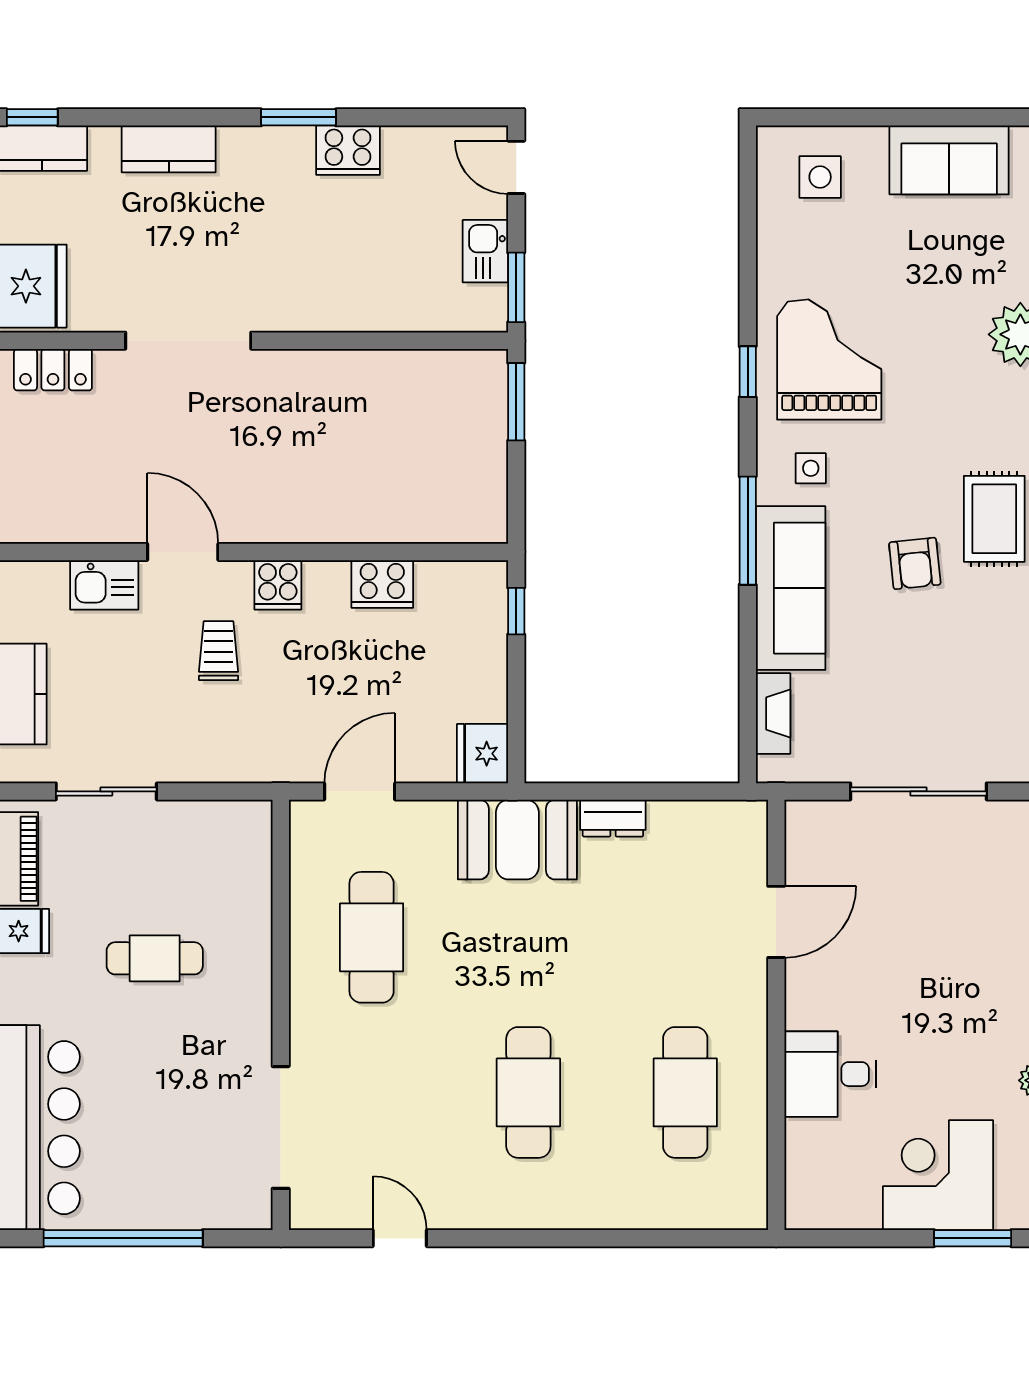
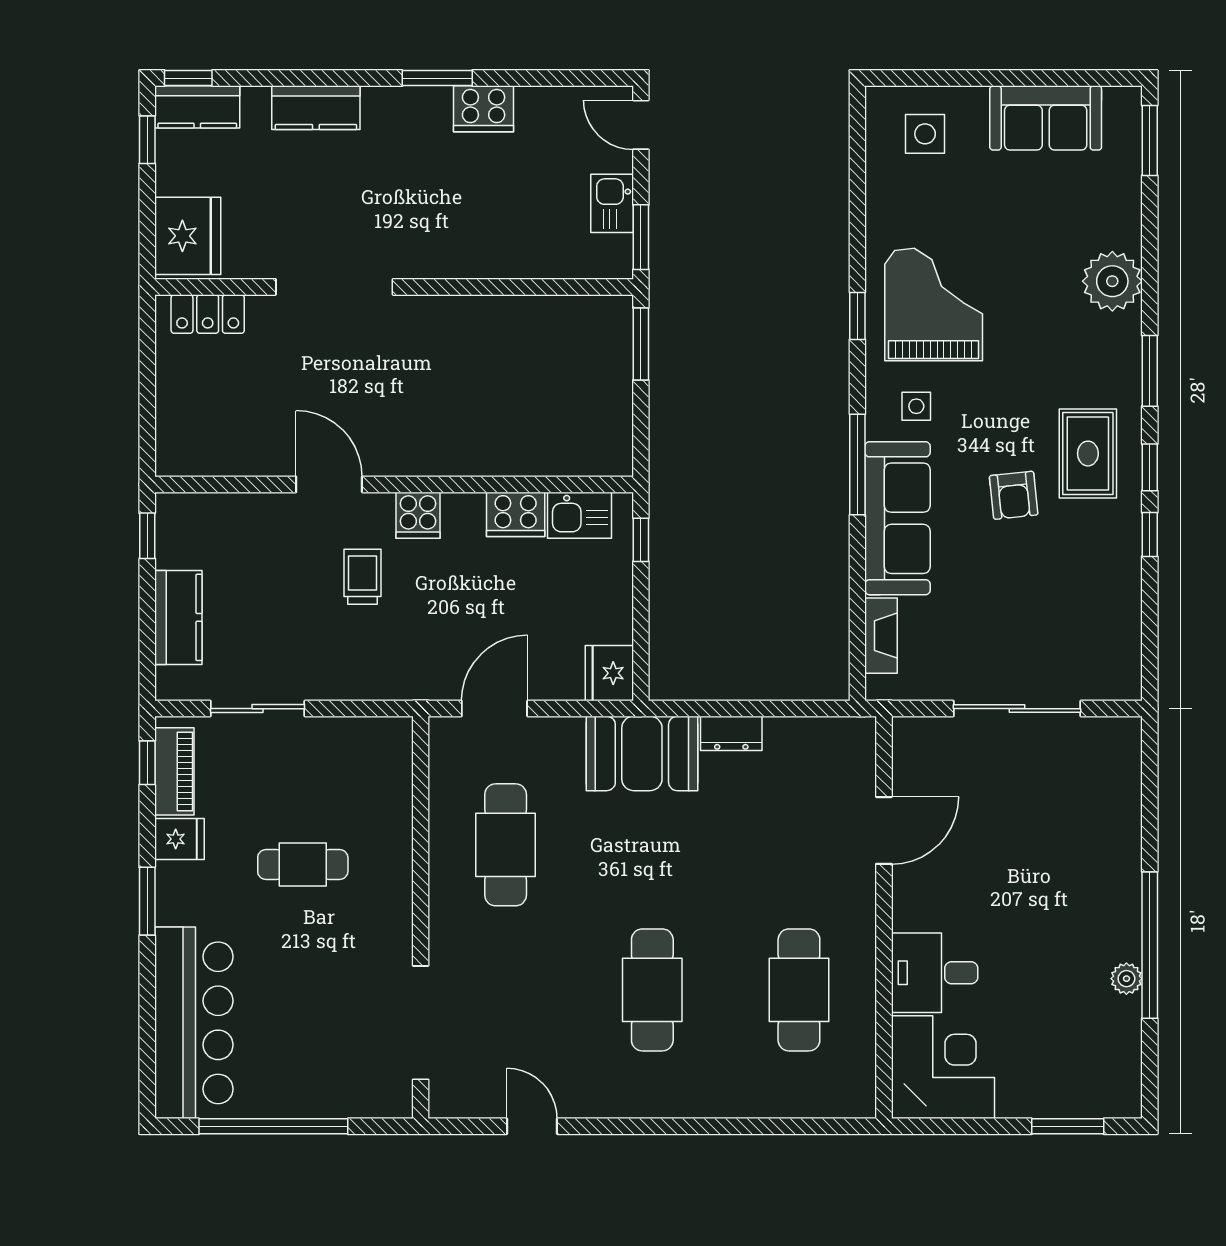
kitchen sink: (104, 585) -> (579, 515), moved
corner desk: (938, 1175) -> (943, 1067), moved, turned 90

